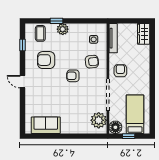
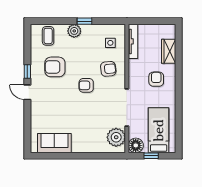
window: (57, 21) -> (85, 21), moved
wardrobe: (144, 34) -> (169, 51), moved
window: (23, 45) -> (27, 72), moved
armchair: (120, 71) -> (156, 79), moved

